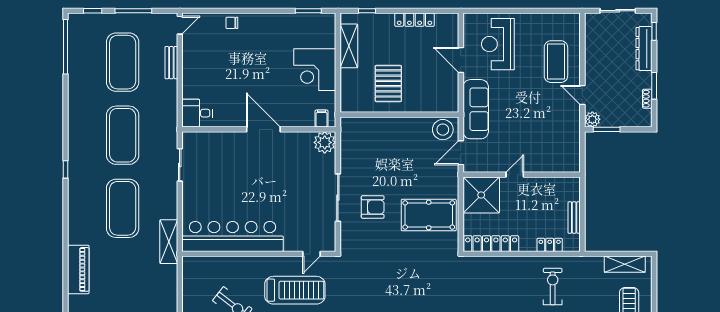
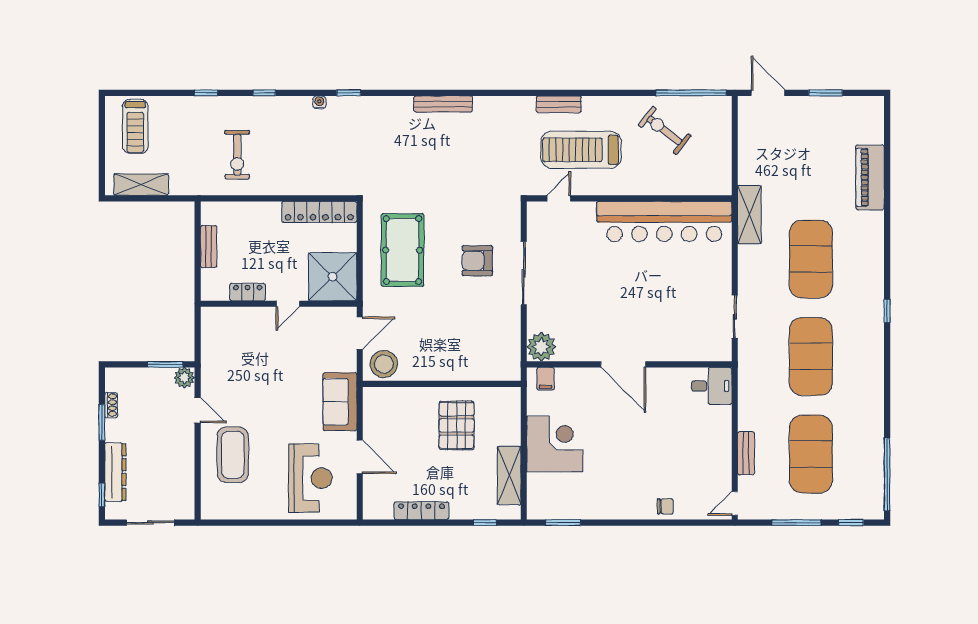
sofa: (476, 109) -> (340, 402), width x0.73
pool table: (429, 215) -> (403, 250), turned 90
locker: (550, 245) -> (248, 292), moved, turned 180

